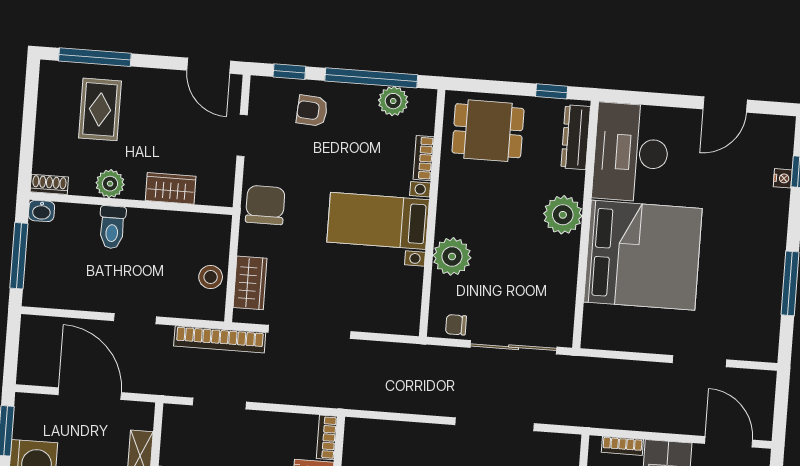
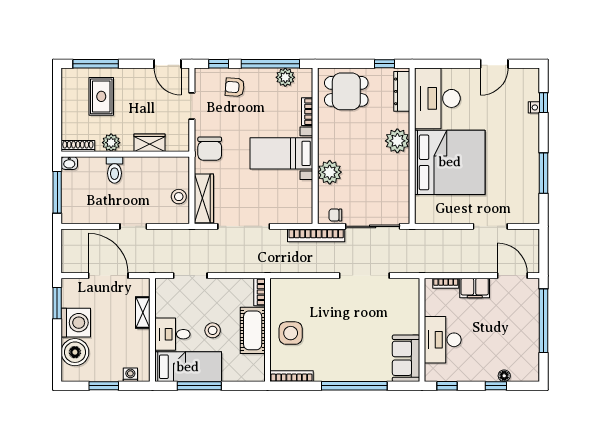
shoe rack: (49, 184) -> (78, 146), width x1.43
chair: (265, 205) -> (210, 149), turned 180
wardrobe: (250, 283) -> (204, 198), width x1.50
bookcase: (220, 339) -> (316, 235), moved

